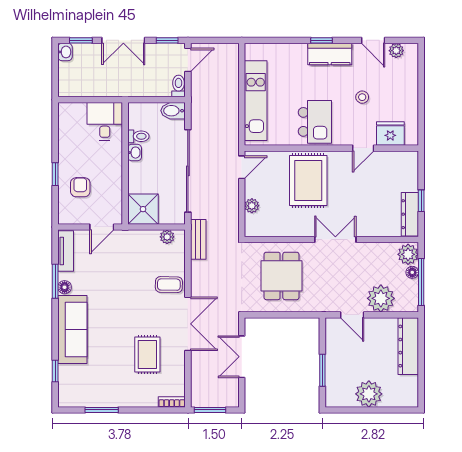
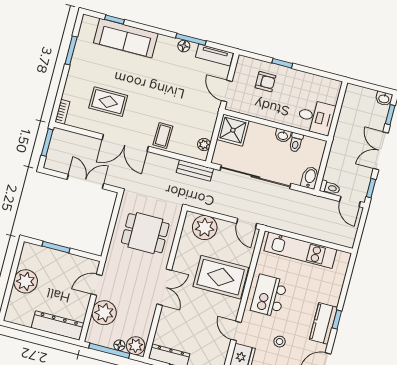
kitchen island: (315, 122) -> (269, 296), turned 90
plant: (252, 206) -> (205, 228), width x1.88, depth x1.88
sofa: (72, 329) -> (126, 38), moved

